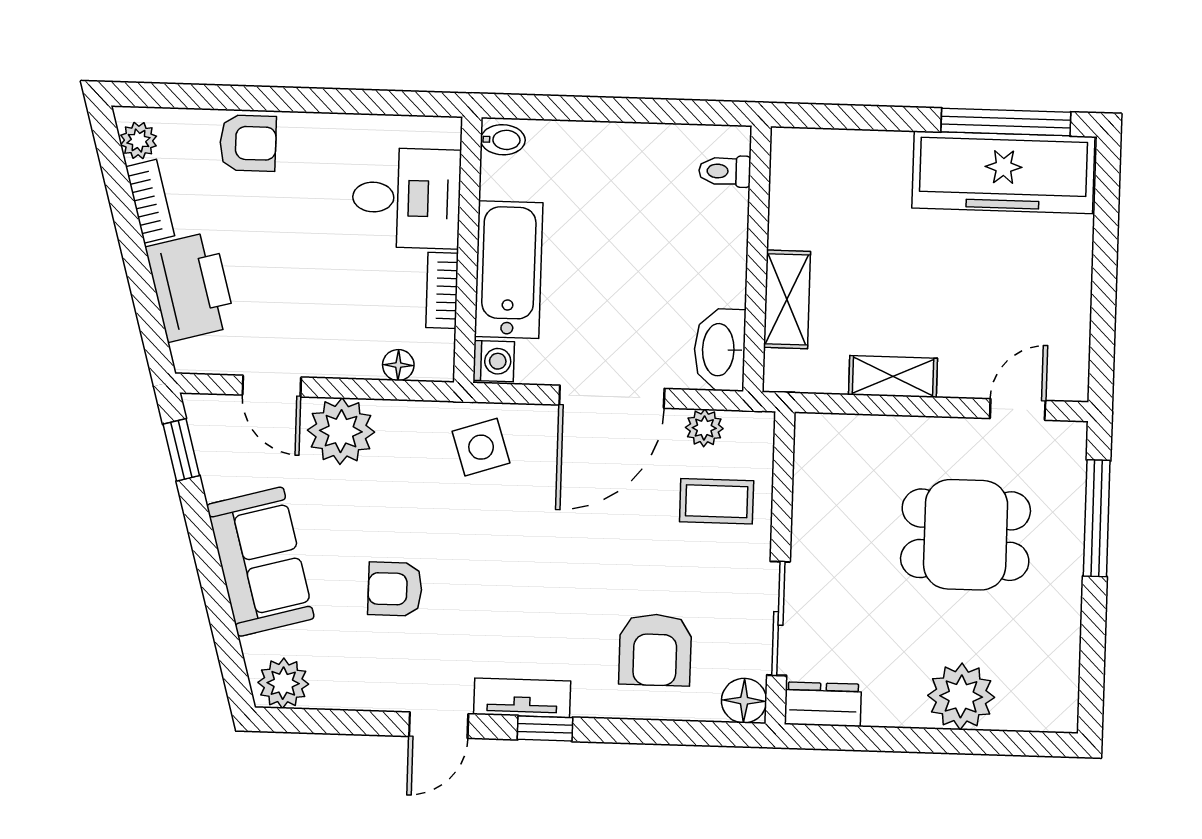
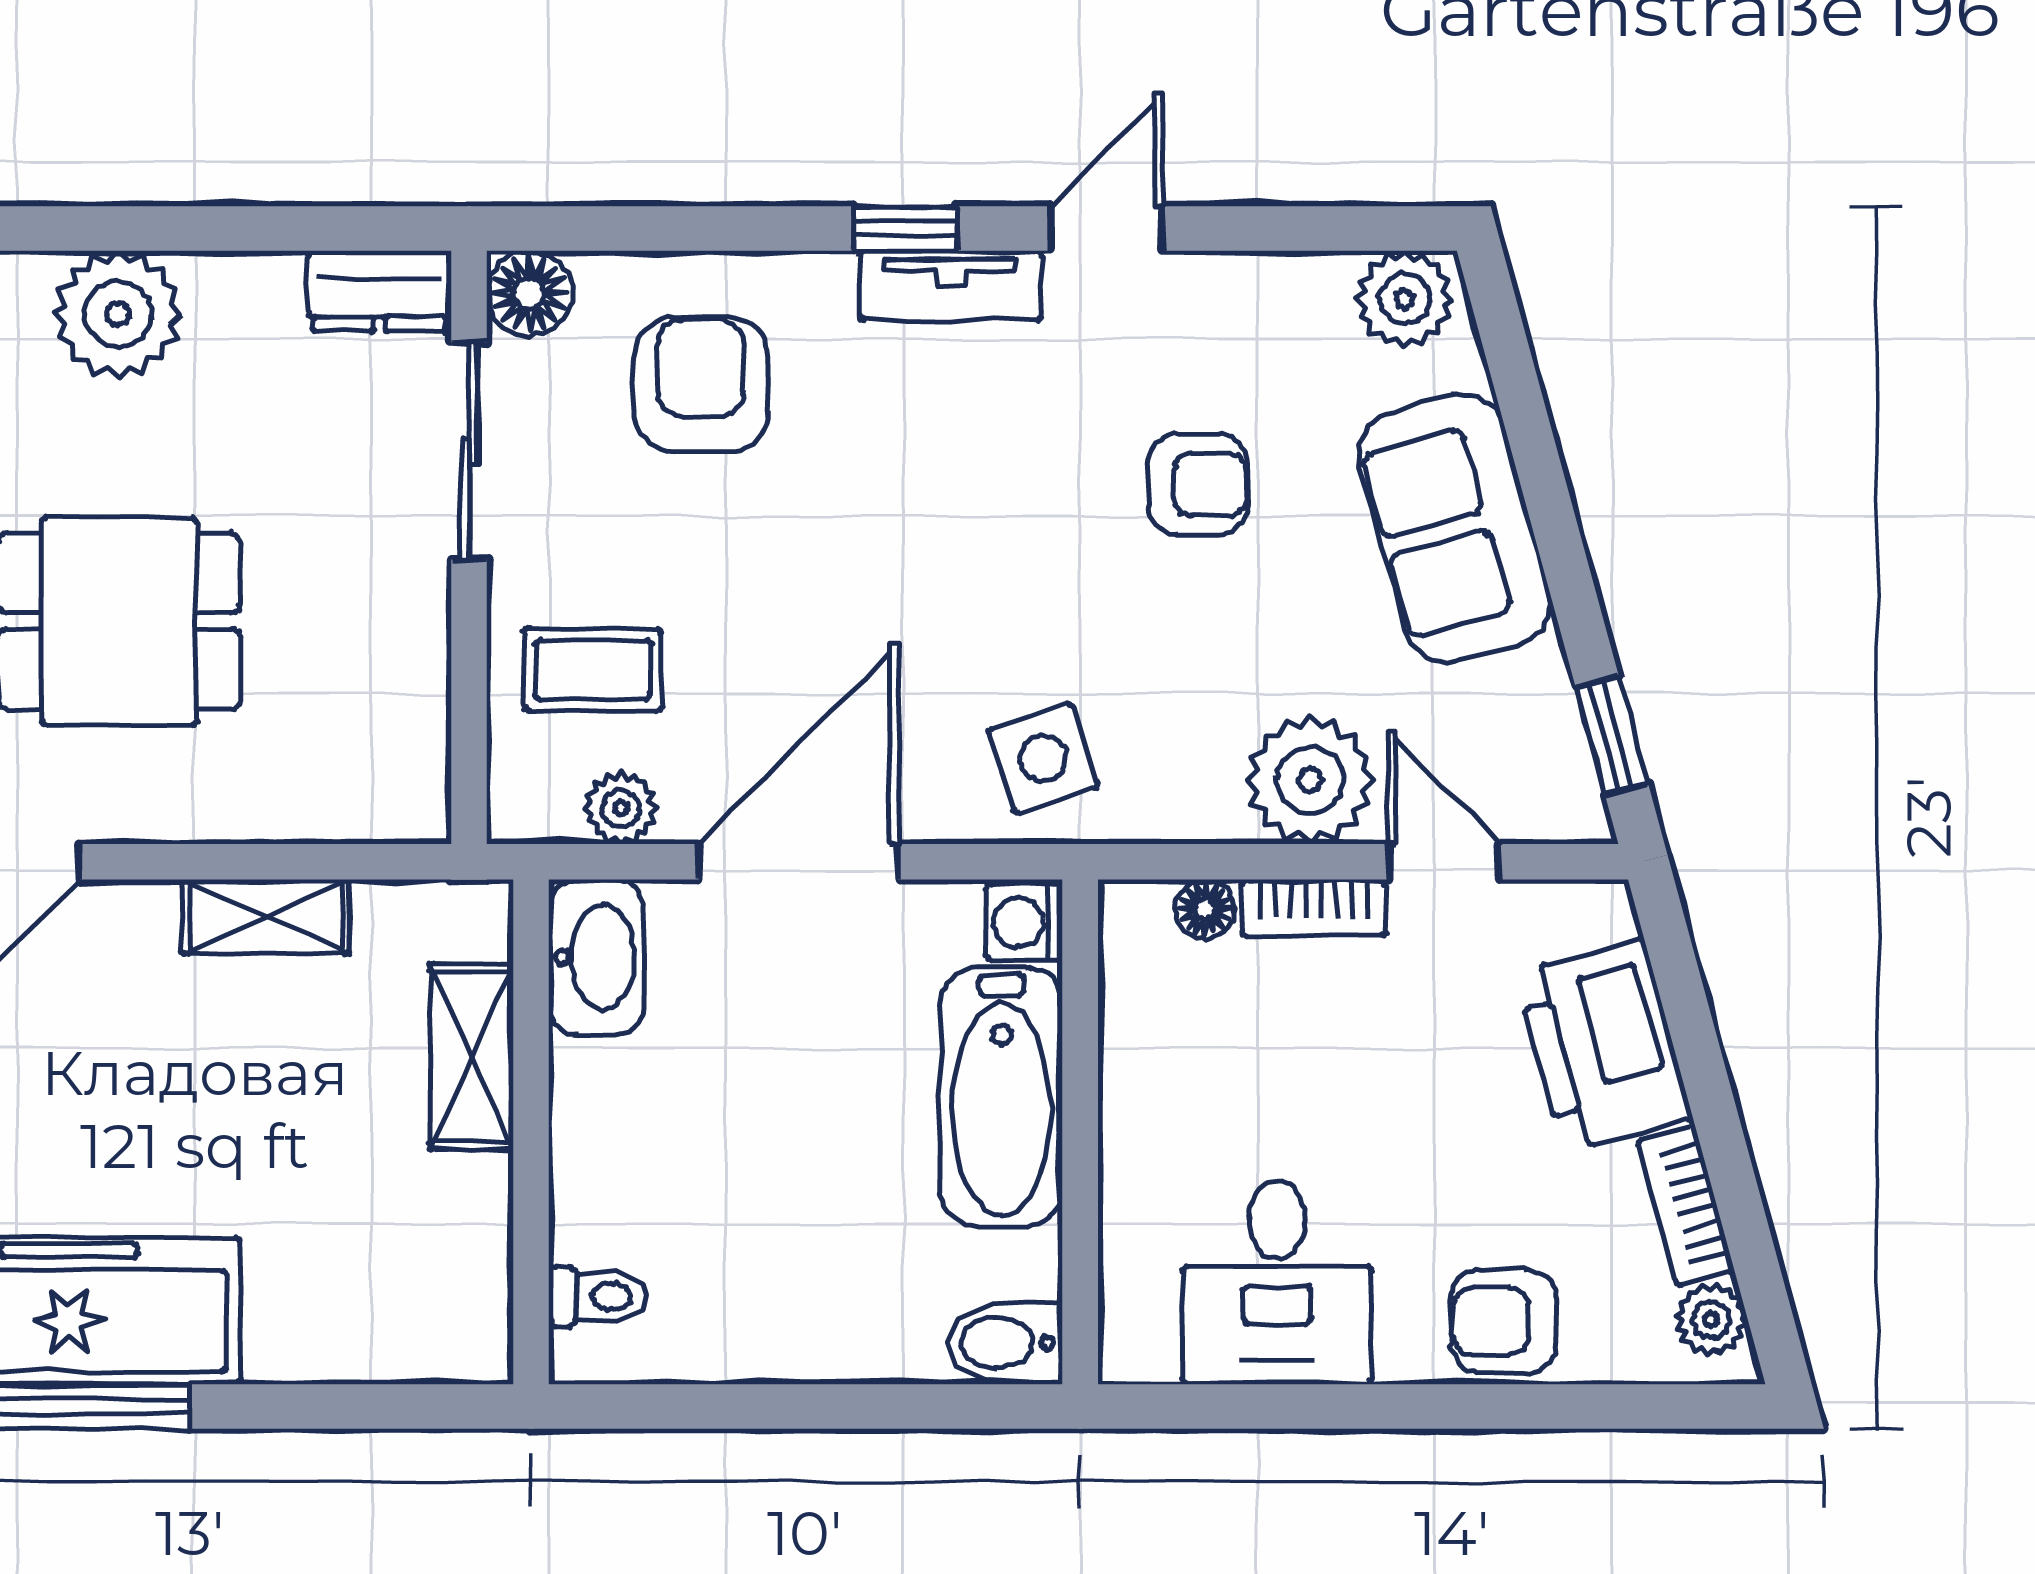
bidet: (503, 140) -> (1005, 1343), width x1.38, depth x1.36
desk: (406, 198) -> (1277, 1283), moved, turned -90
bookcase: (442, 290) -> (1314, 908), moved, turned 90

